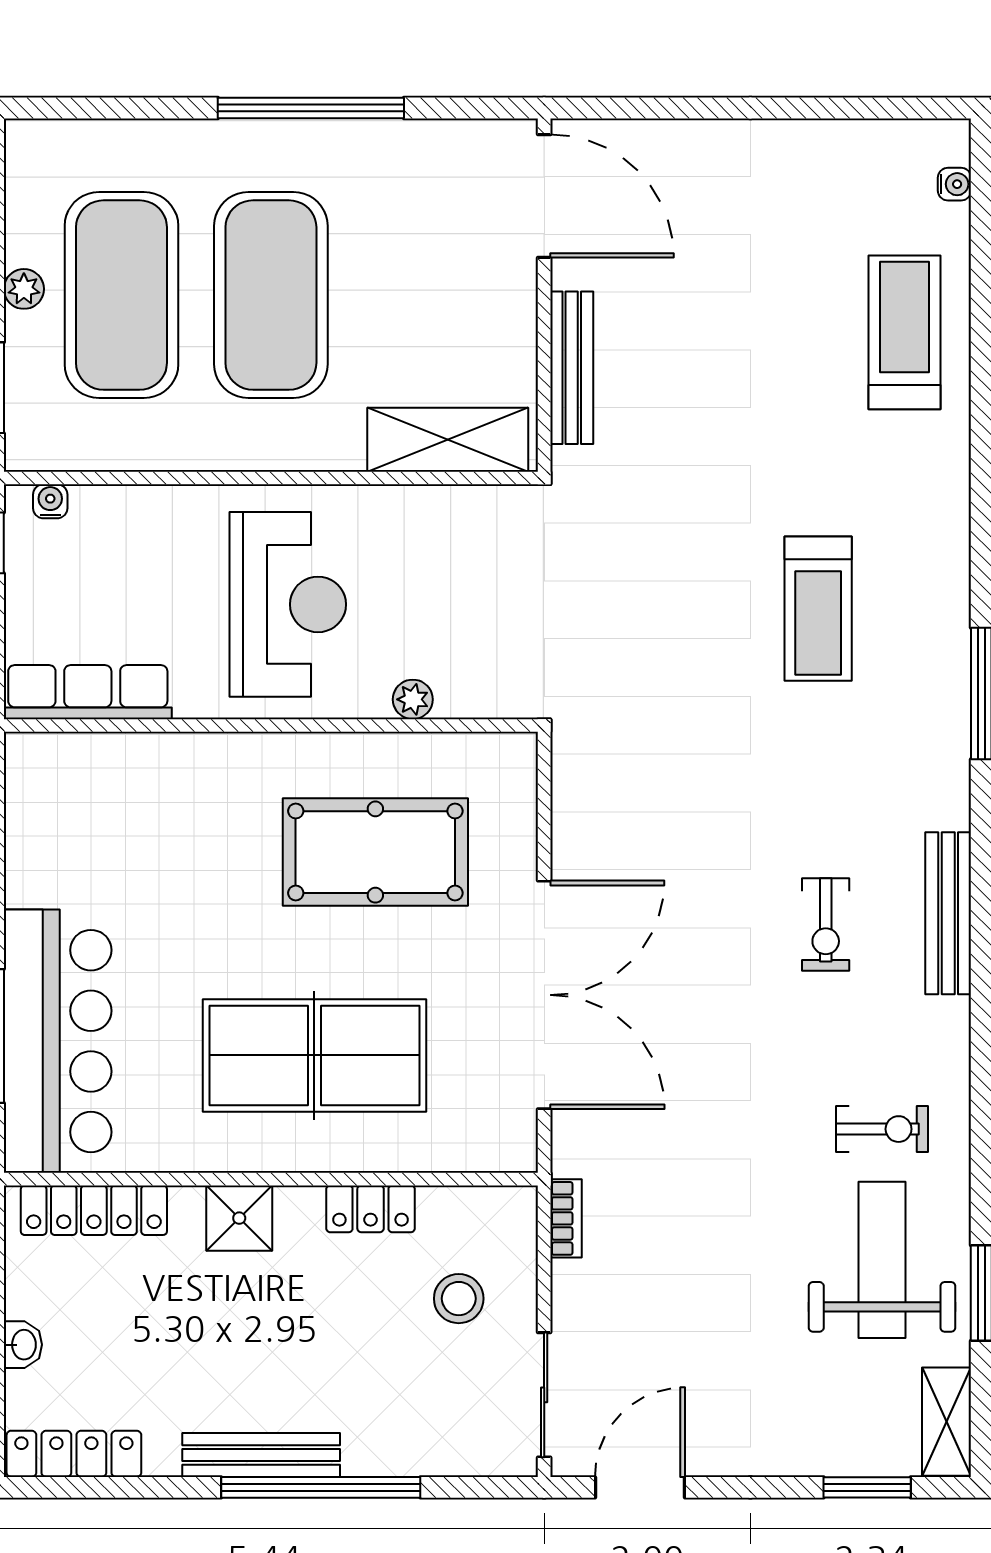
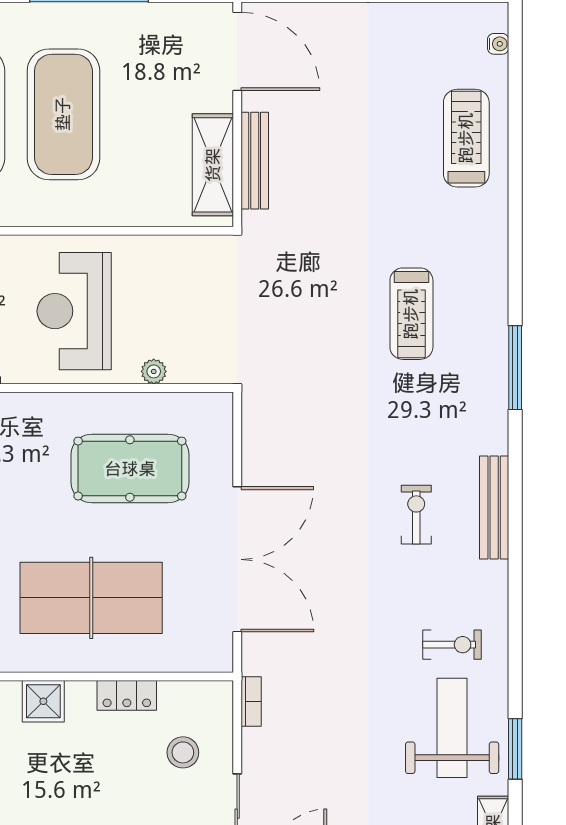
shelving: (448, 440) -> (213, 165), moved, turned 90
reception desk: (288, 604) -> (74, 311), turned 180
exercise bike: (826, 925) -> (416, 515), turned 180

